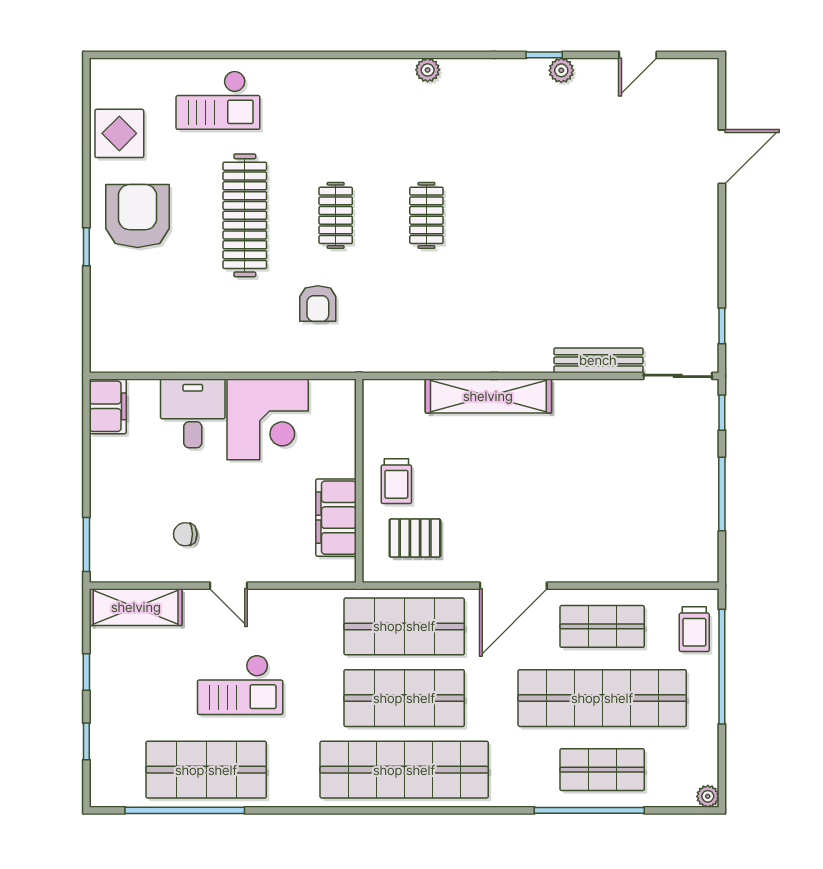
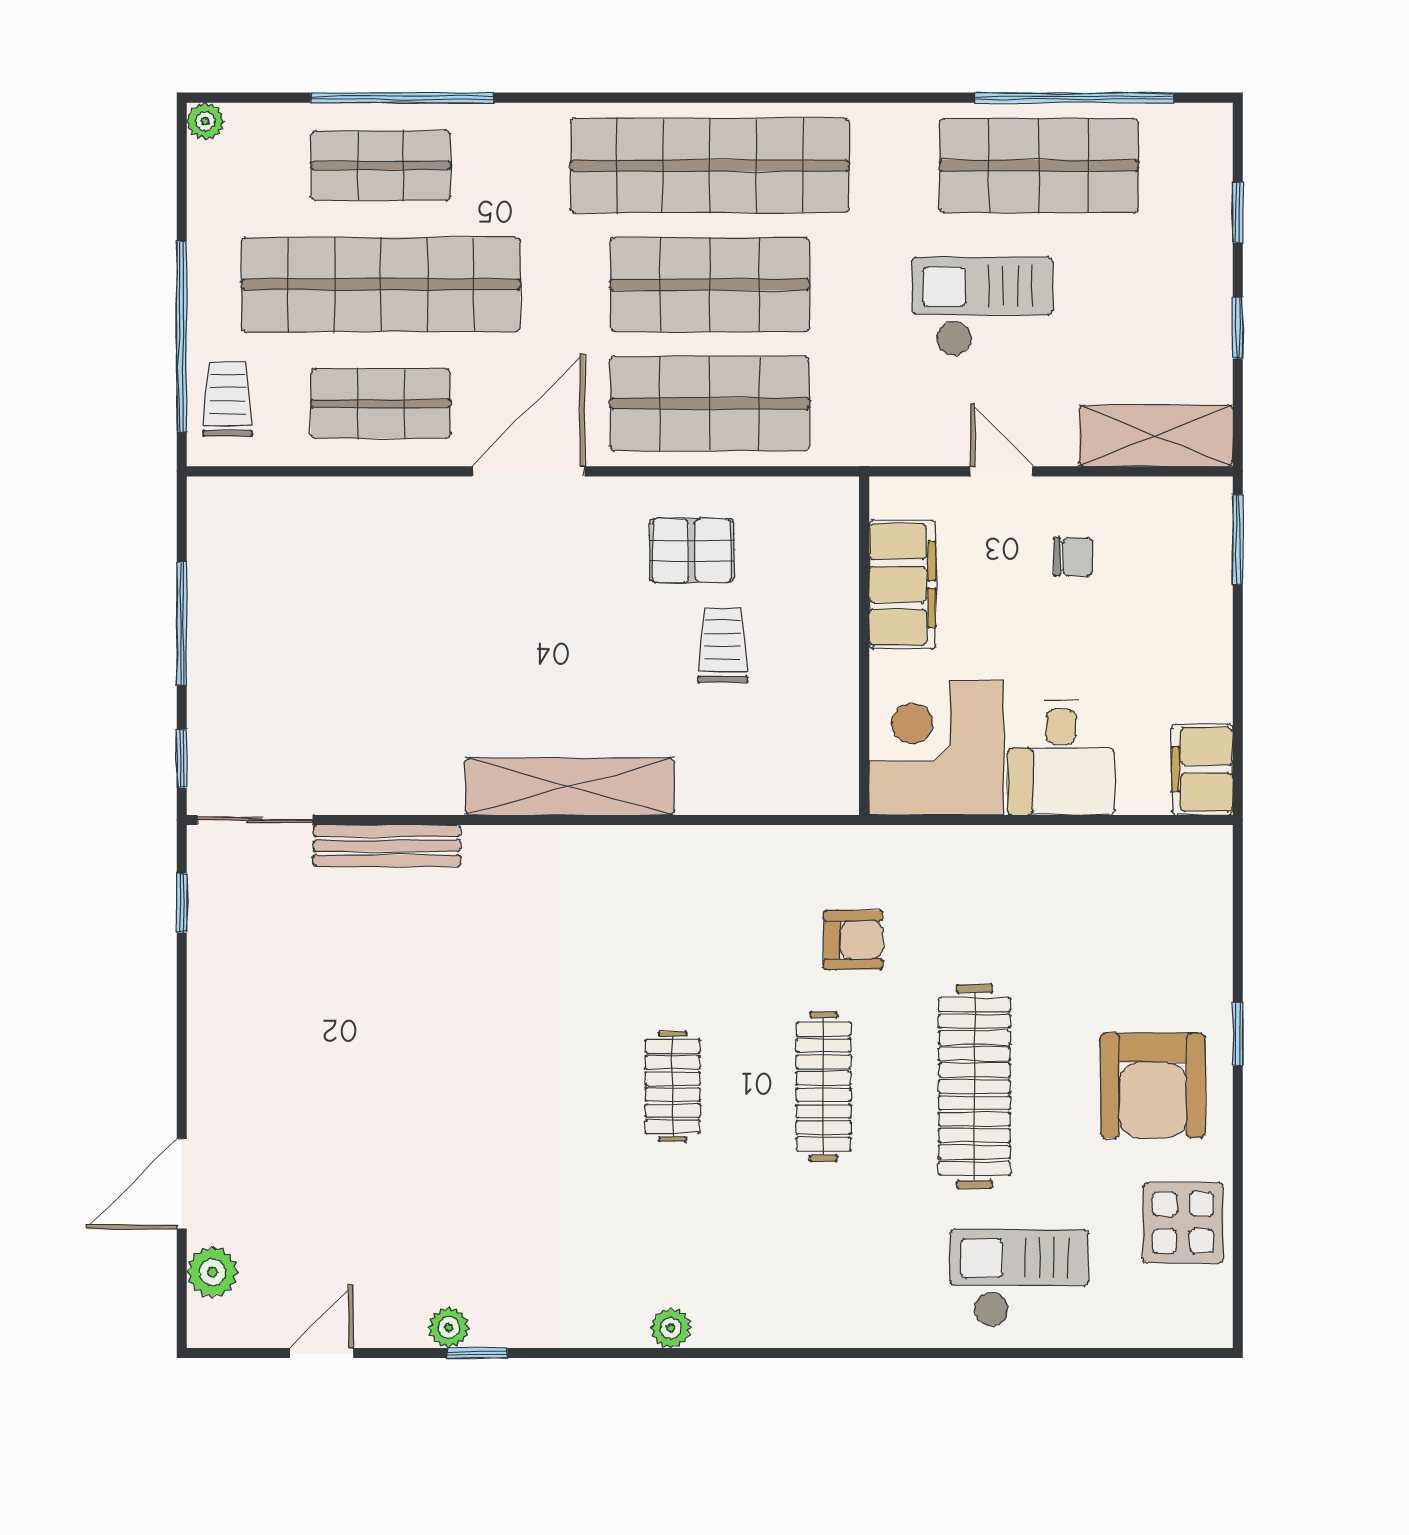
plant: (704, 104) -> (212, 1272), added
clothes rail: (336, 215) -> (824, 1087), width x1.36
armchair: (318, 304) -> (853, 940), turned 90
wall: (359, 481) -> (864, 646), moved
filing cabinet: (336, 518) -> (903, 584), moved

